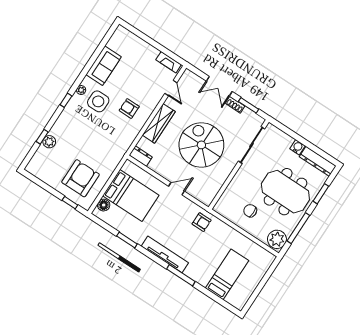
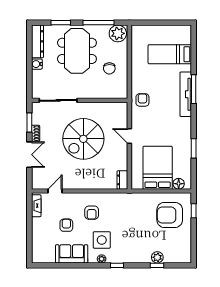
armchair: (133, 78) -> (66, 225), added
wardrobe: (159, 123) -> (88, 183), removed
tv unit: (165, 254) -> (186, 94), moved

